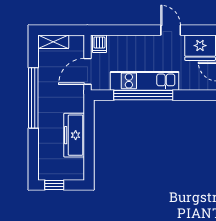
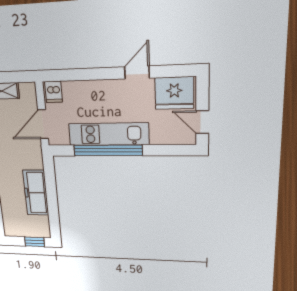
door: (171, 30) -> (137, 72), hinge flipped
window: (54, 185) -> (34, 242), moved

